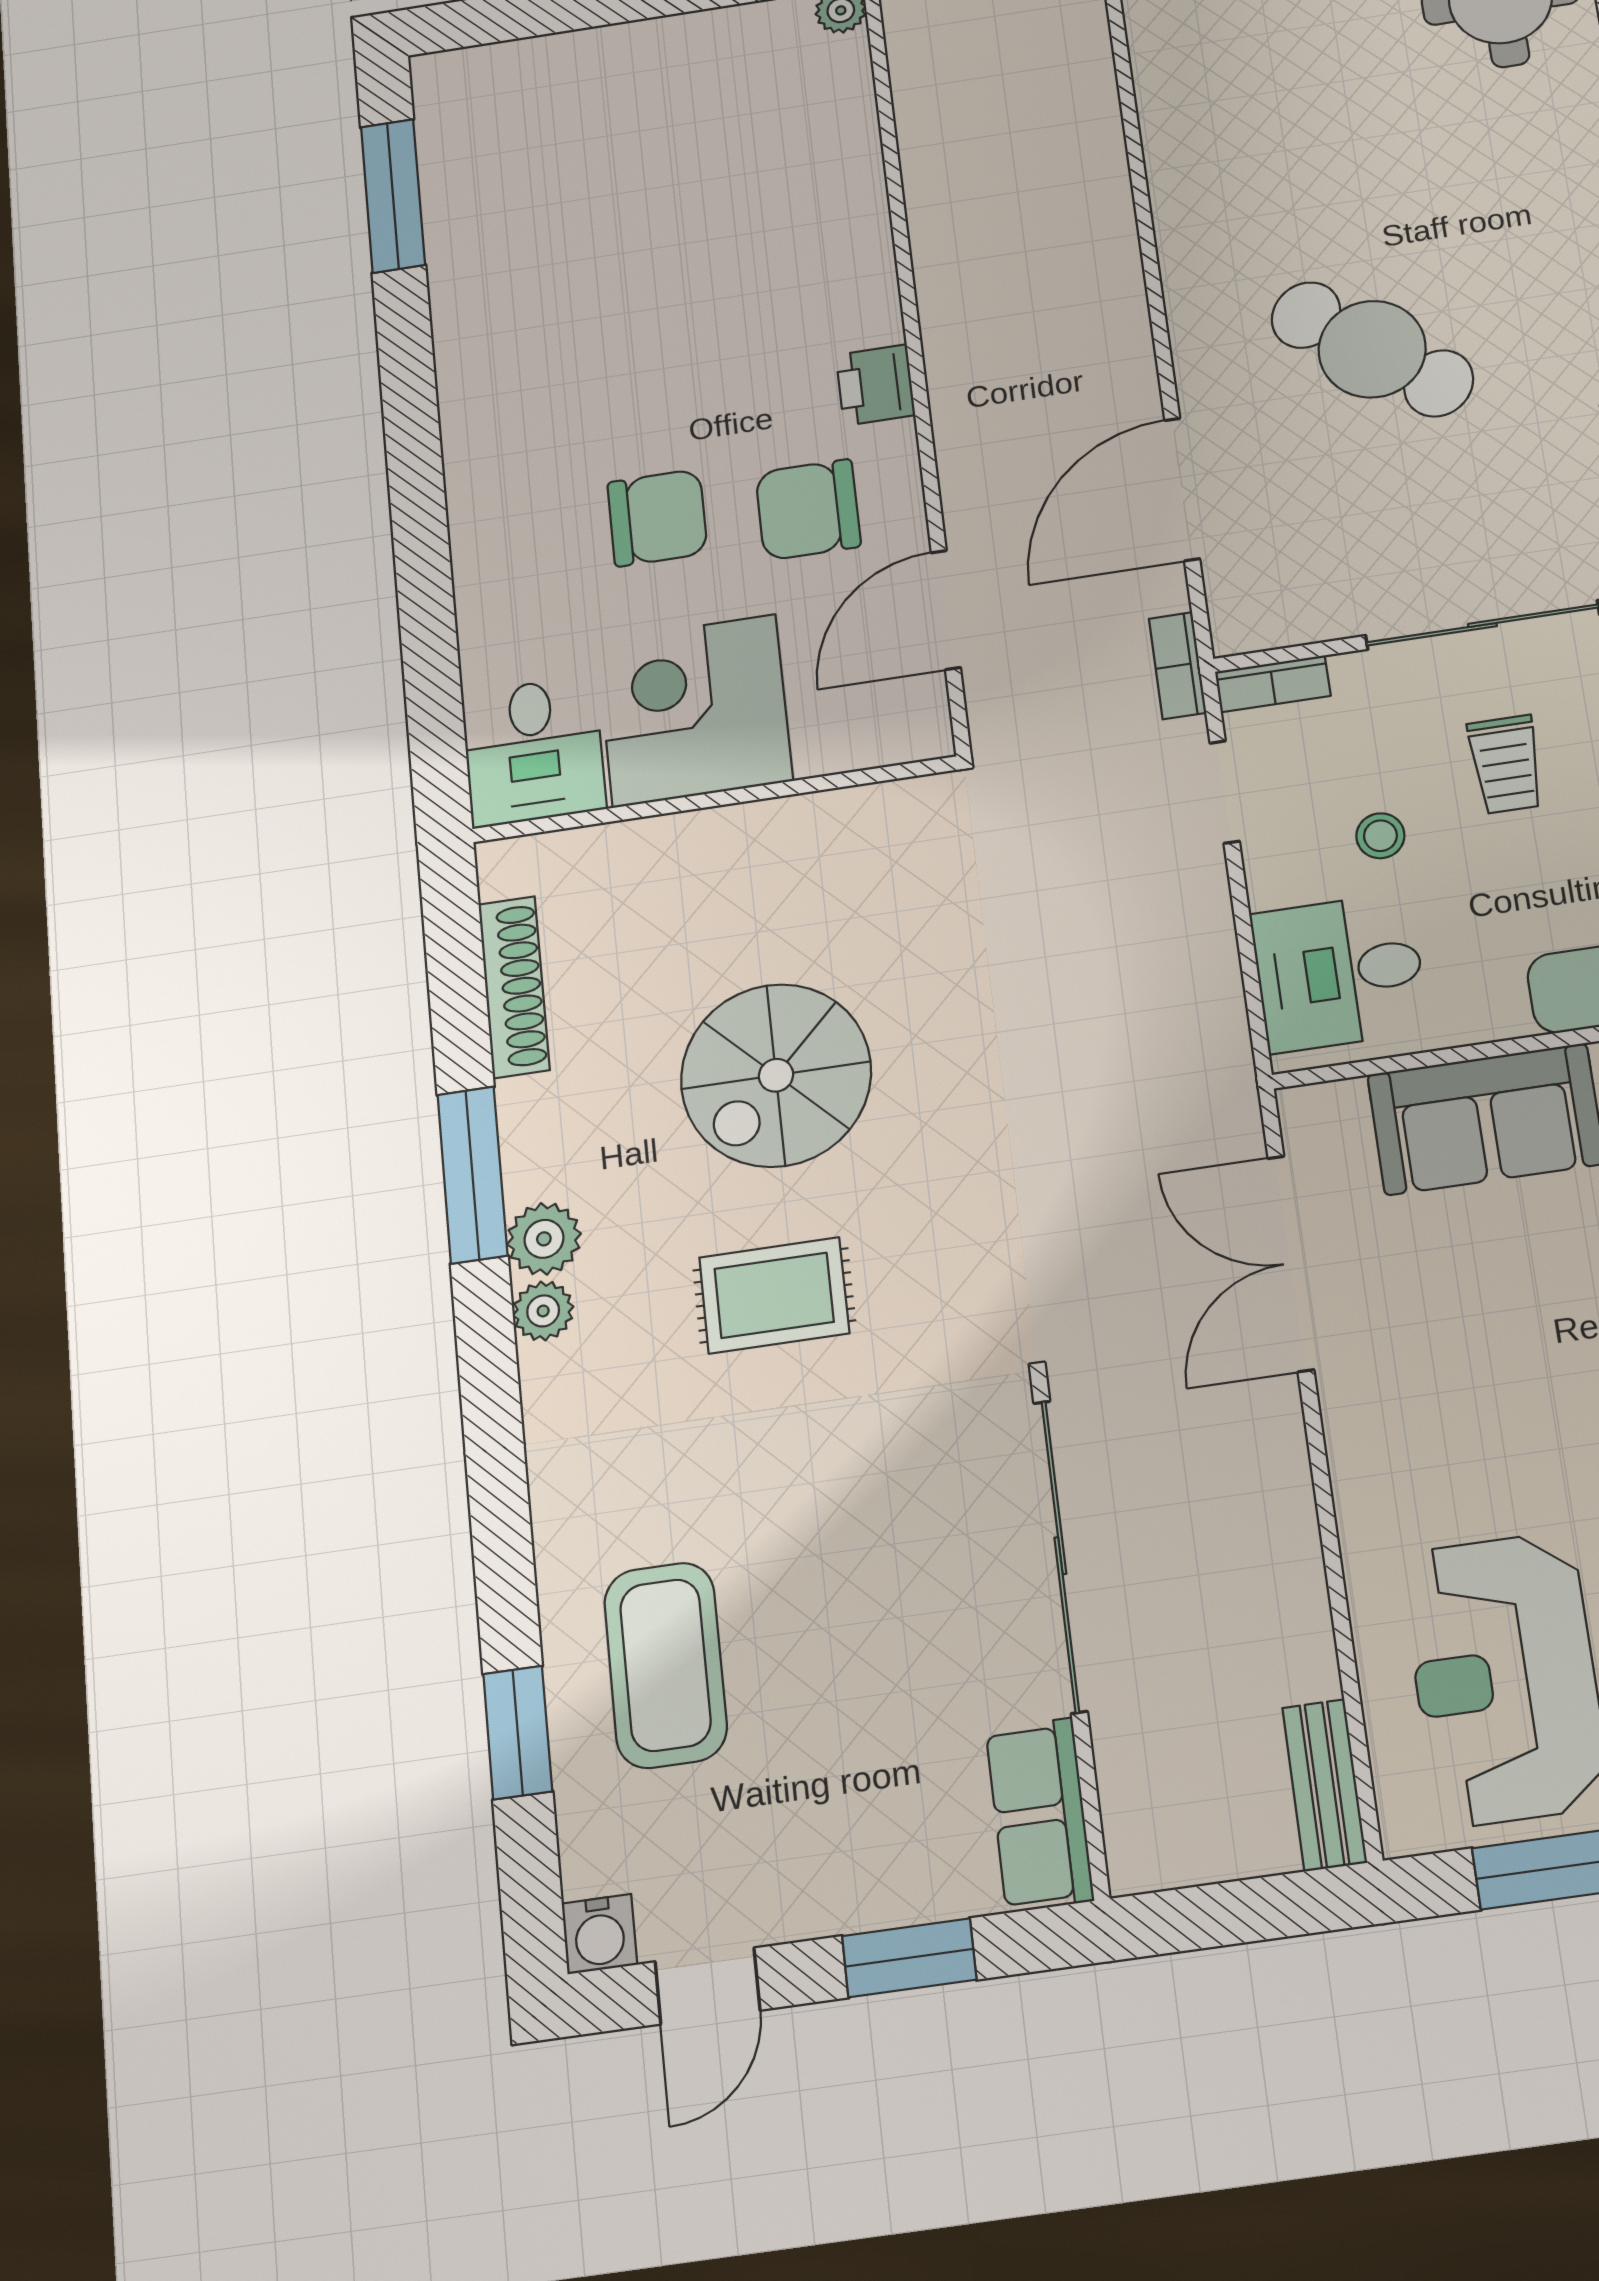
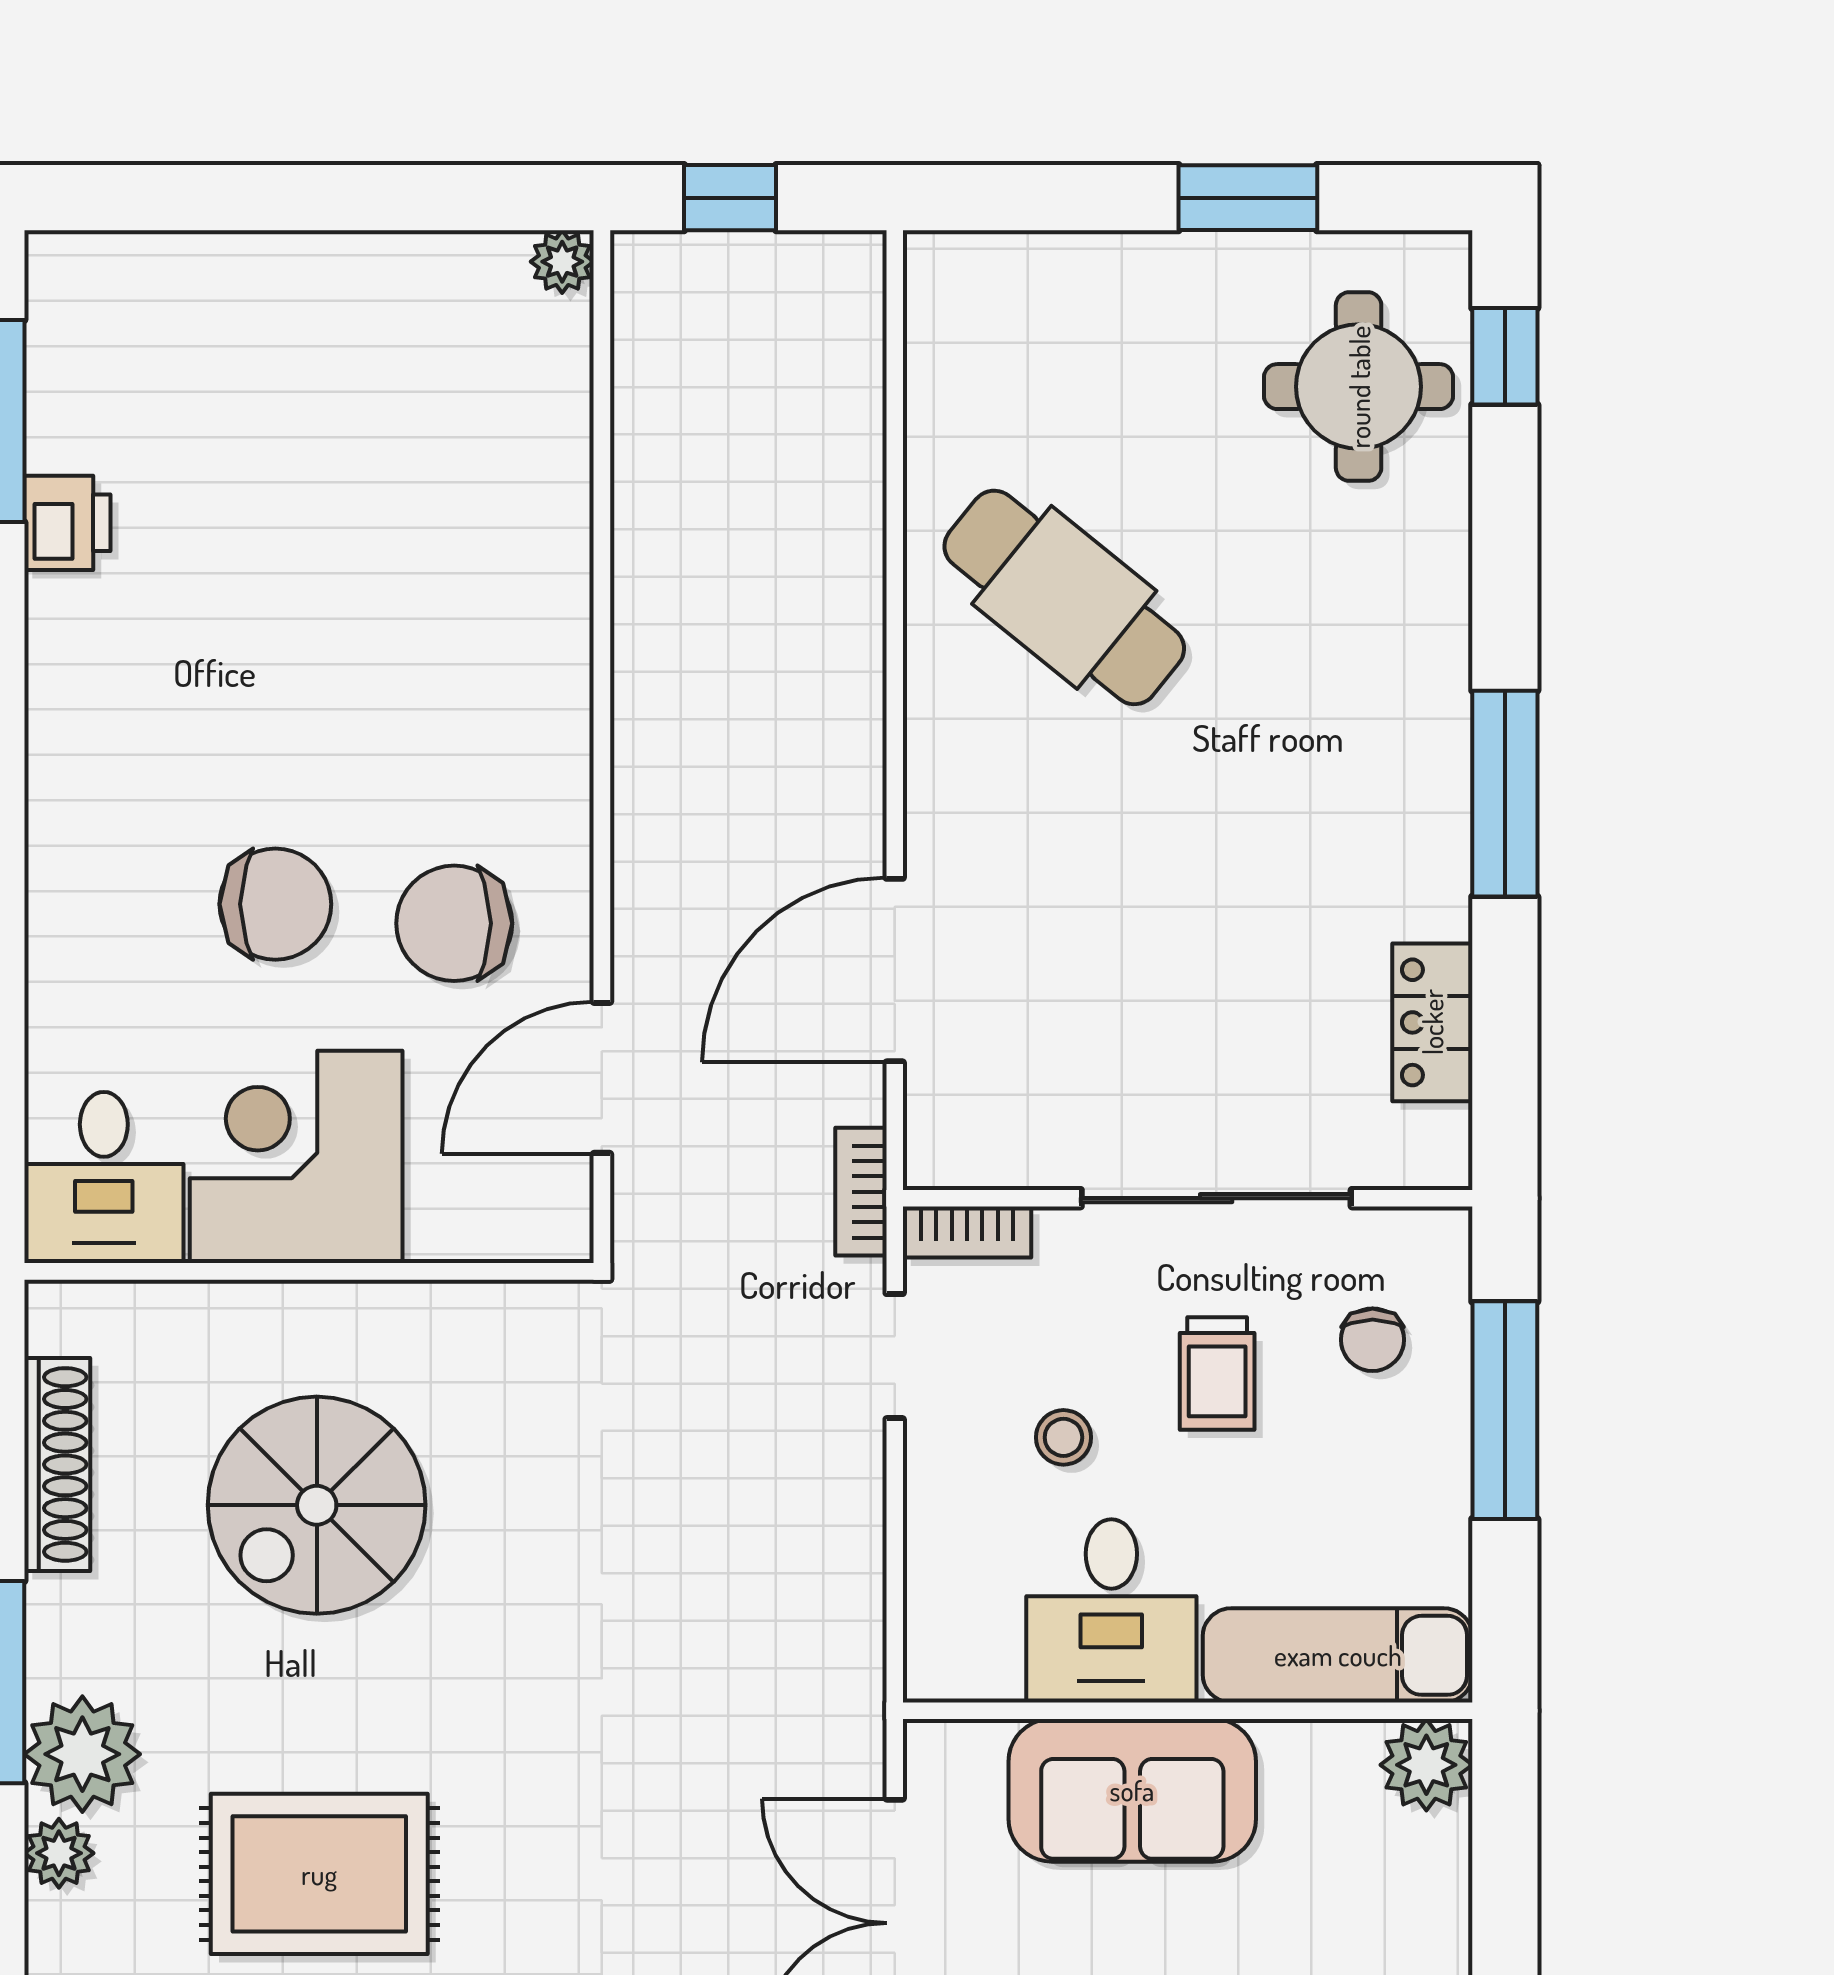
cafe table: (1372, 349) -> (1064, 597), moved
printer: (875, 385) -> (67, 523), moved, turned 180
desk: (1339, 972) -> (1111, 1611), moved, turned -90
spiral stairs: (776, 1075) -> (317, 1505), moved
plant: (544, 1239) -> (82, 1754), width x1.36, depth x1.36
rug: (774, 1295) -> (319, 1874), width x1.36, depth x1.43

